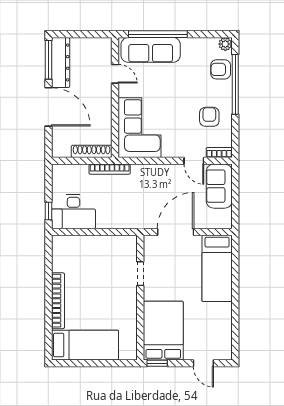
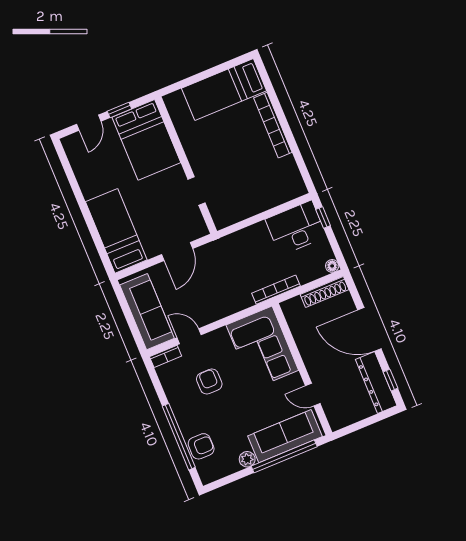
plant: (225, 44) -> (247, 459), moved
window: (48, 60) -> (390, 380), width x0.46
armchair: (209, 117) -> (209, 382), moved, turned 180
shoe rack: (92, 151) -> (325, 292), moved
floor lamp: (57, 169) -> (332, 266), added
sofa: (219, 186) -> (147, 312), width x1.36
door: (176, 232) -> (177, 252), width x0.73
window: (157, 363) -> (119, 110), moved
door: (203, 363) -> (89, 123), swing flipped

